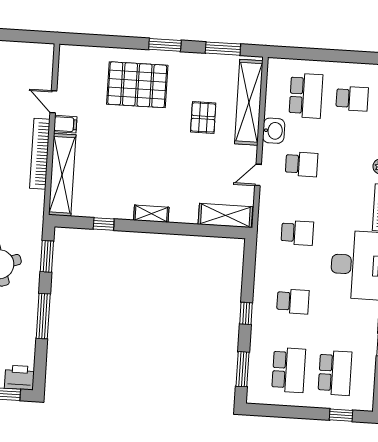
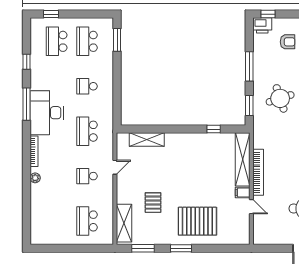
school desk: (352, 99) -> (57, 221), removed
shelving: (249, 102) -> (124, 223), width x0.68
washbasin: (274, 131) -> (107, 197), removed
shelving: (151, 214) -> (183, 138), removed
shelving: (225, 215) -> (147, 140), moved
school desk: (297, 233) -> (87, 131), width x1.85
window: (246, 313) -> (117, 77), removed

